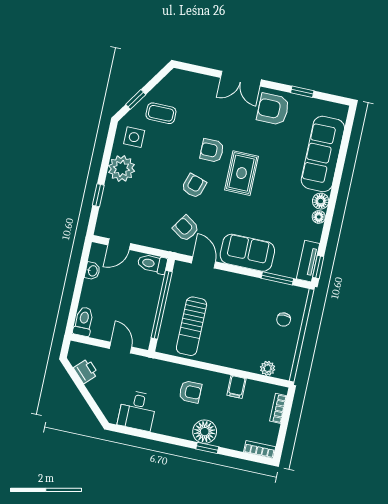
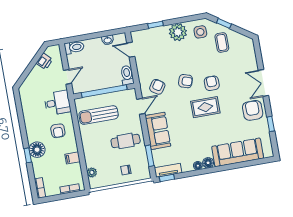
cafe table: (243, 303) -> (126, 141), added
desk: (137, 411) -> (57, 103), moved, turned 180

